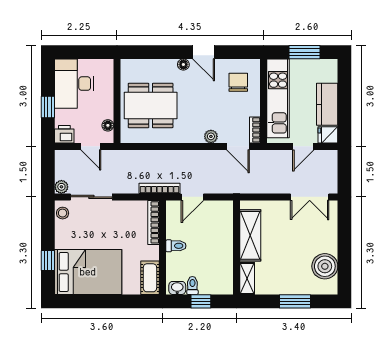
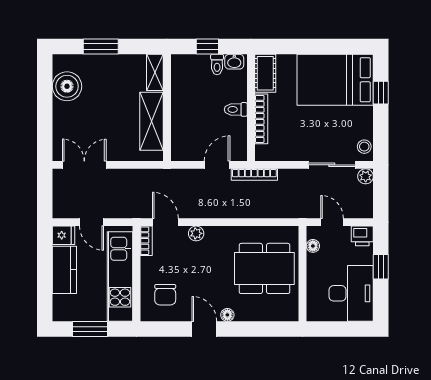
door: (303, 146) -> (92, 222), swing flipped
bookcase: (153, 222) -> (261, 119), moved

